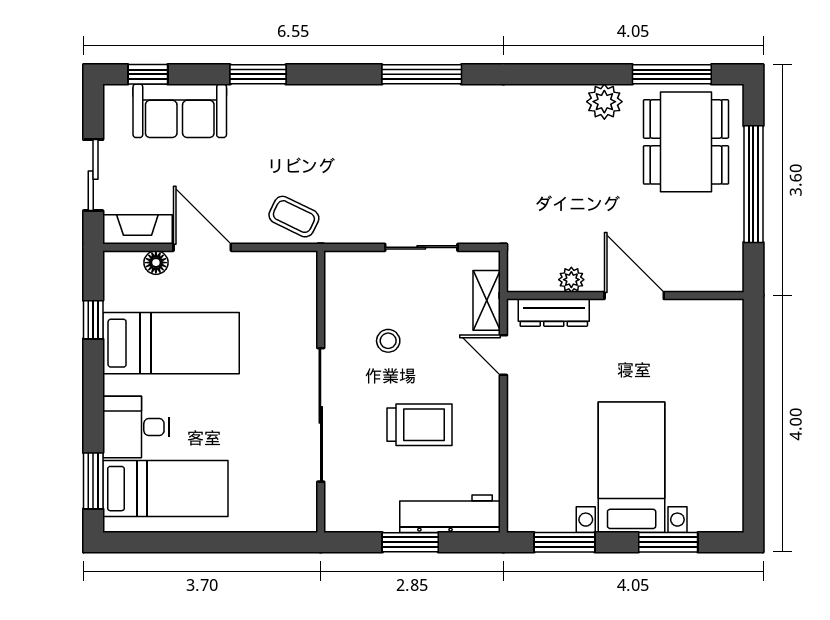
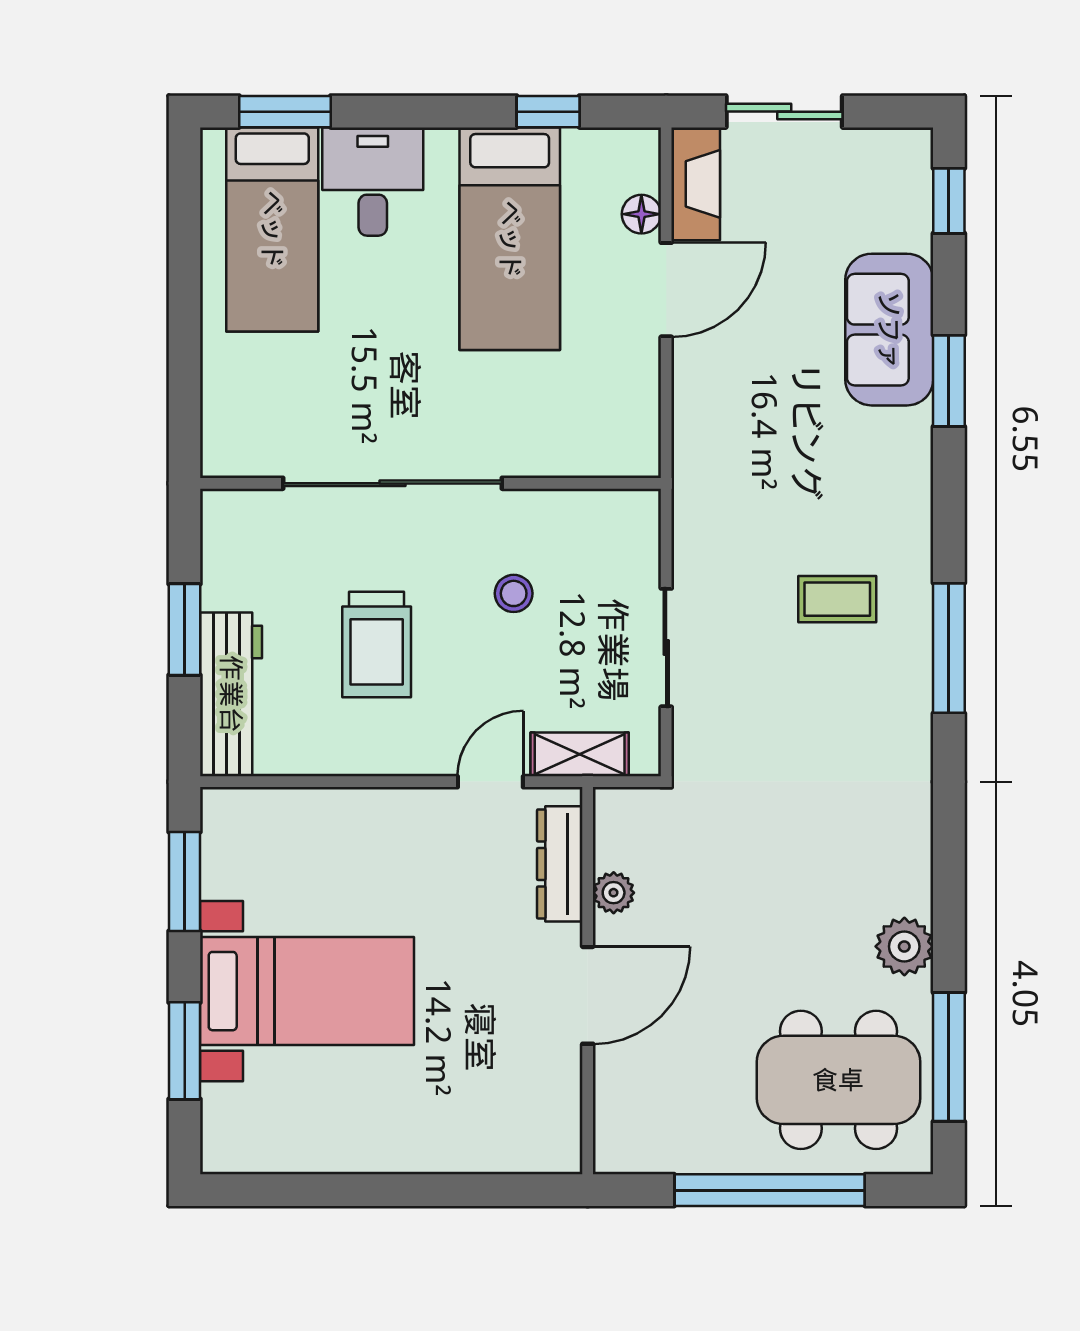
sofa: (180, 111) -> (889, 330), moved
coffee table: (294, 217) -> (837, 599), moved, turned 64

